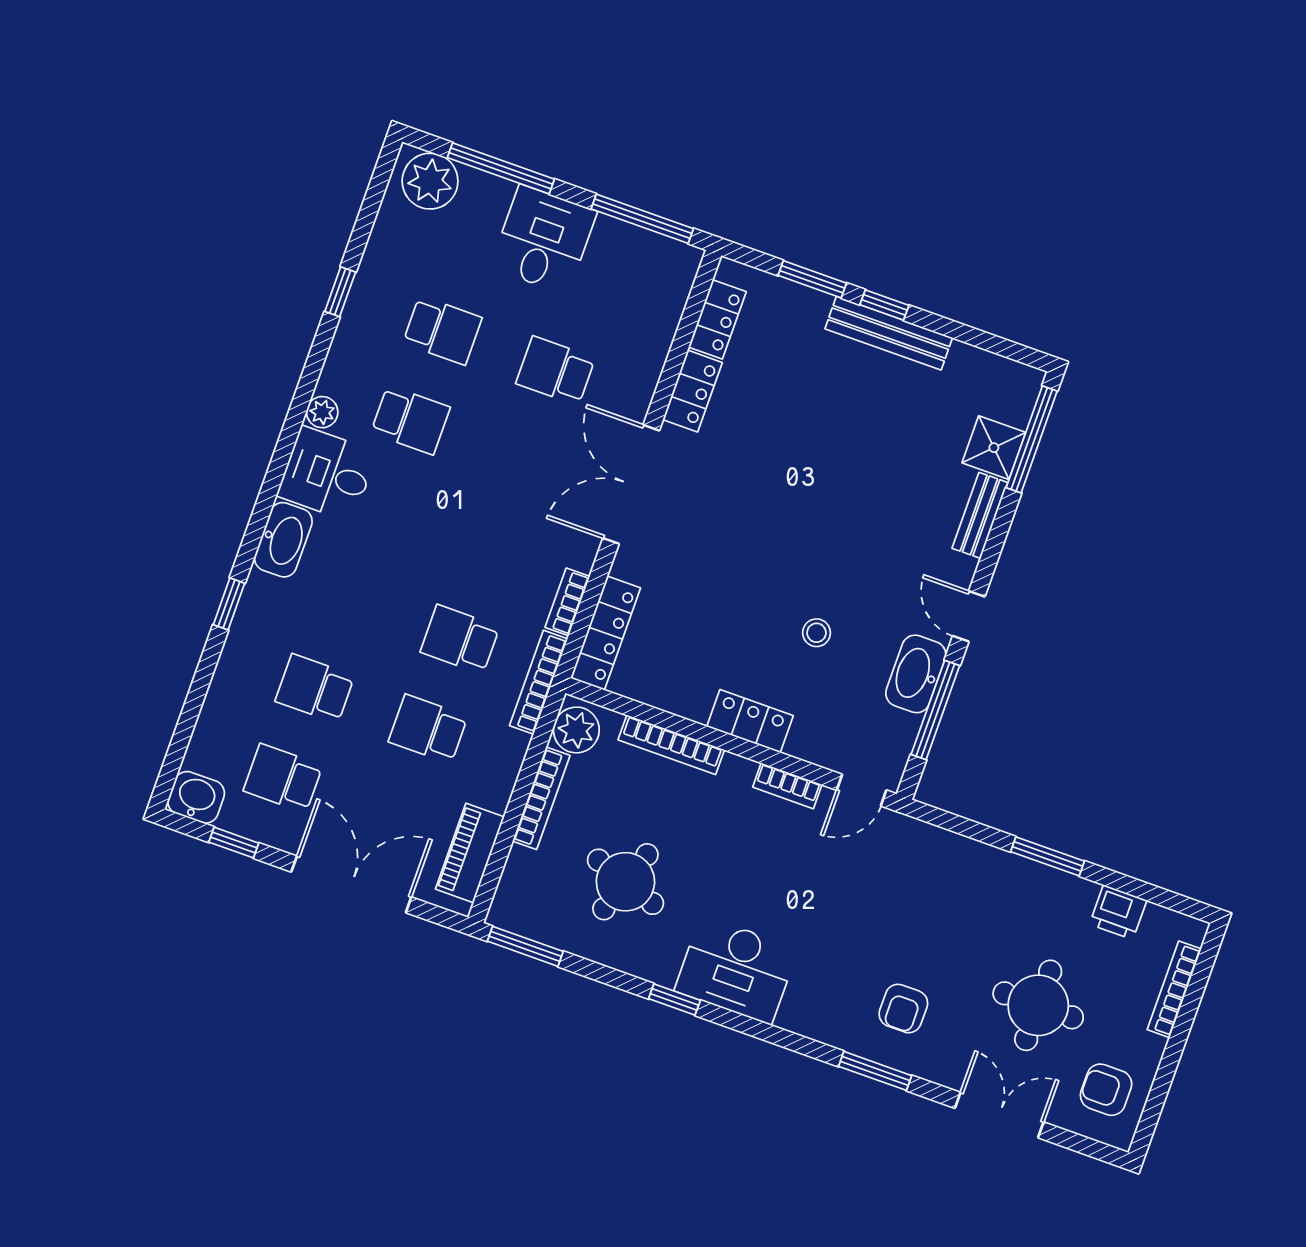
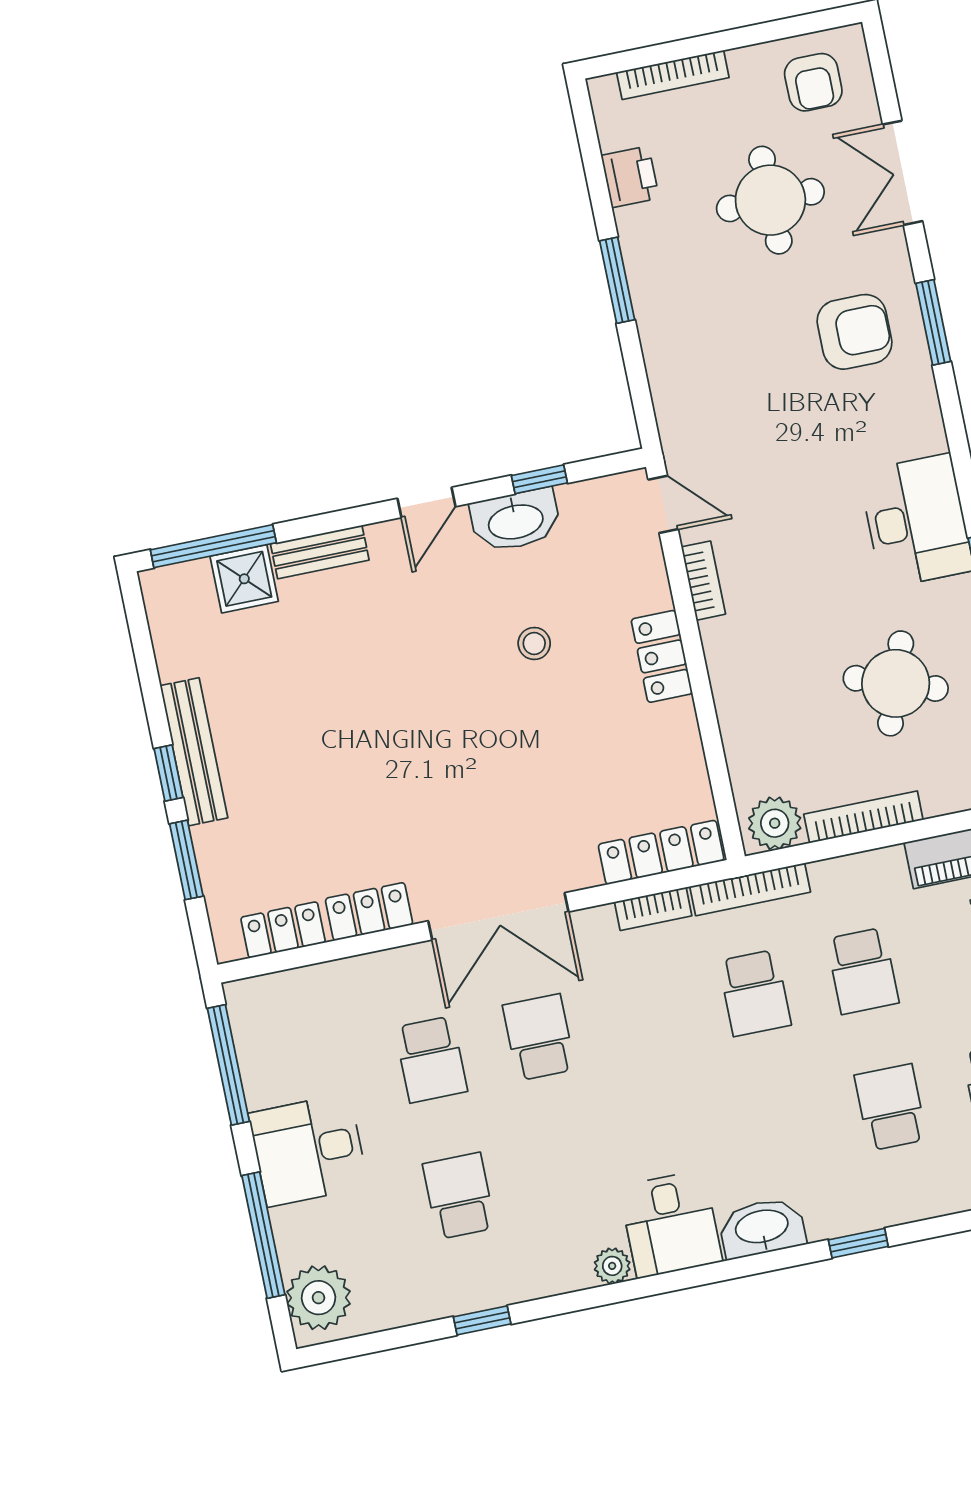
school desk: (410, 420) -> (539, 1037), moved
school desk: (315, 689) -> (891, 1107), turned 180
window: (935, 710) -> (539, 479), width x0.46
bookcase: (671, 745) -> (732, 720), removed
armchair: (903, 1009) -> (855, 332), width x1.38, depth x1.38

